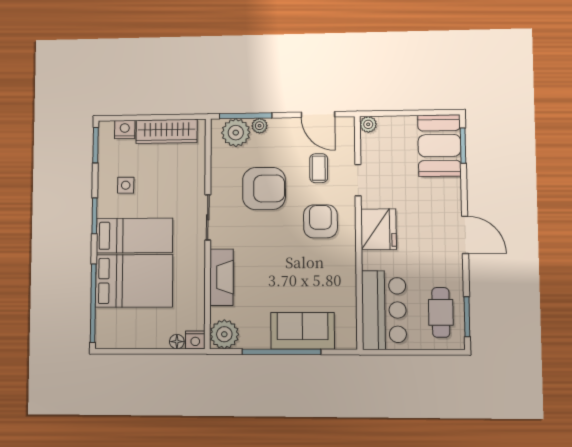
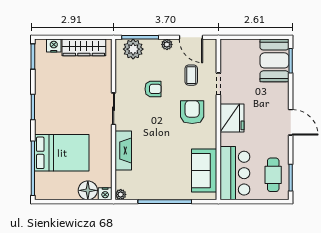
plant: (368, 124) -> (226, 45), removed
plant: (260, 126) -> (167, 44), moved
side table: (126, 185) -> (55, 85), removed
armchair: (264, 189) -> (153, 89), width x0.53, depth x0.53
bed: (134, 236) -> (62, 121), removed
sofa: (303, 331) -> (204, 171), moved, turned -90
plant: (224, 334) -> (121, 194), width x0.53, depth x0.53
floor lamp: (177, 342) -> (88, 190), width x1.89, depth x1.89

